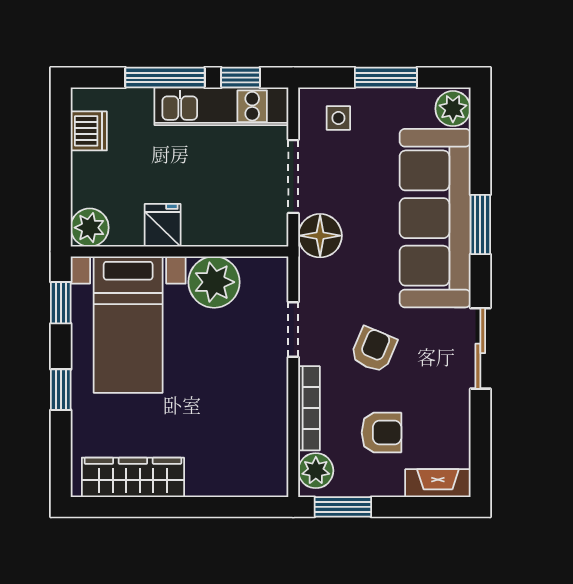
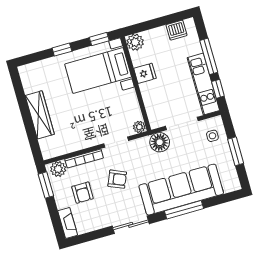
plant: (453, 109) -> (230, 184), removed
window: (480, 224) -> (184, 210), width x1.44
plant: (214, 282) -> (139, 127), moved, width x0.53, depth x0.53
wardrobe: (133, 477) -> (40, 115), moved

